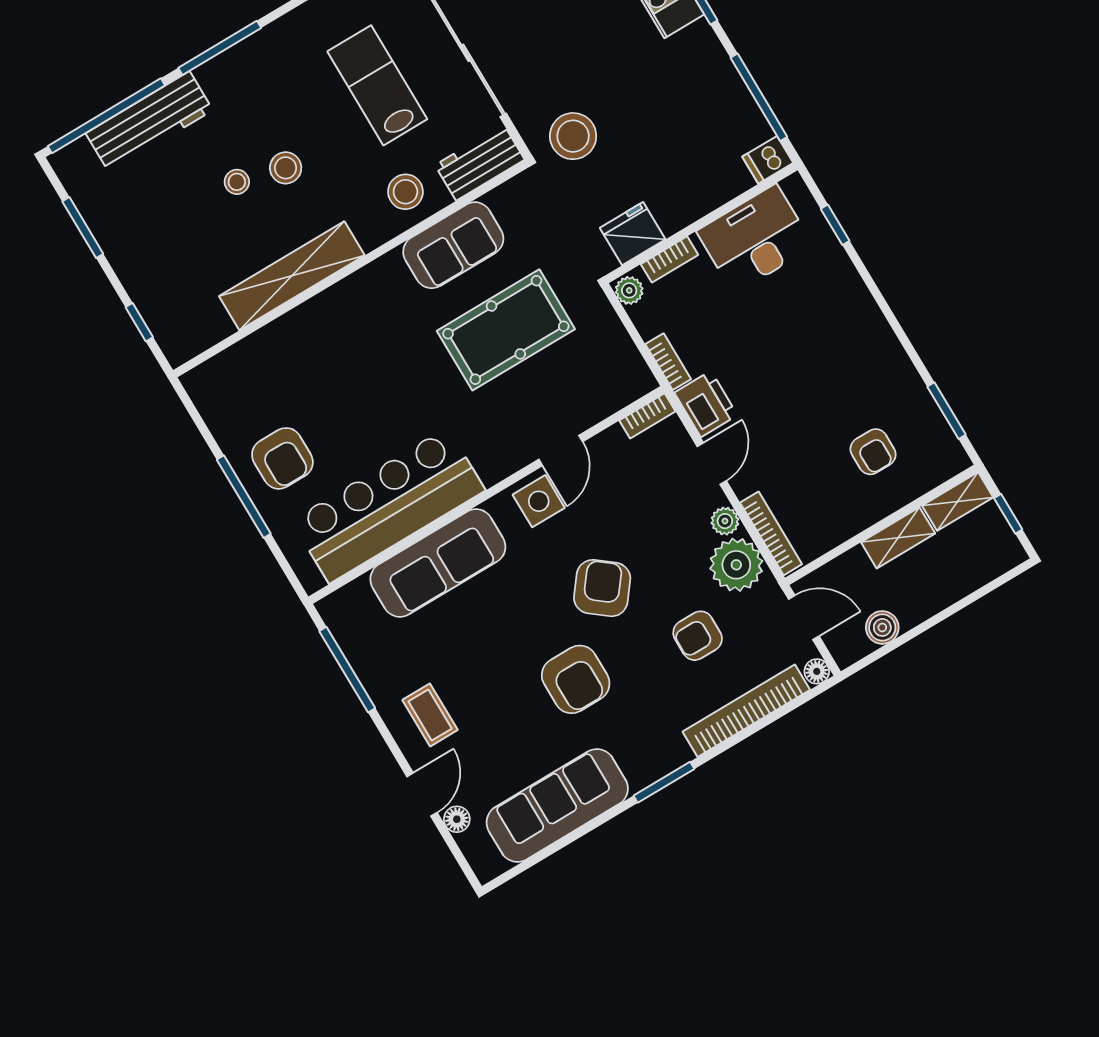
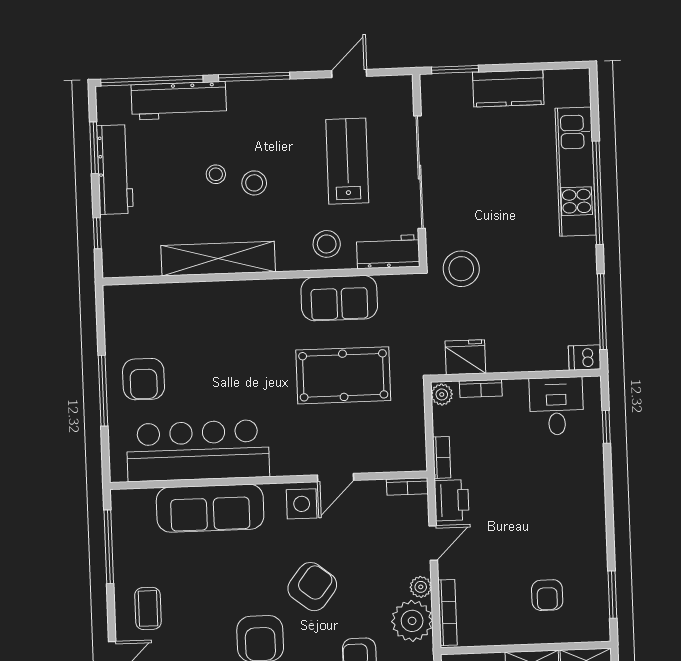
workbench: (120, 239) -> (115, 170), added
desk: (755, 239) -> (556, 406), width x0.73

